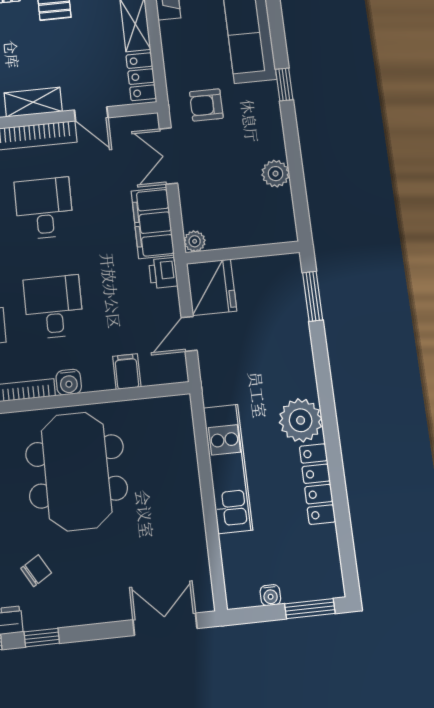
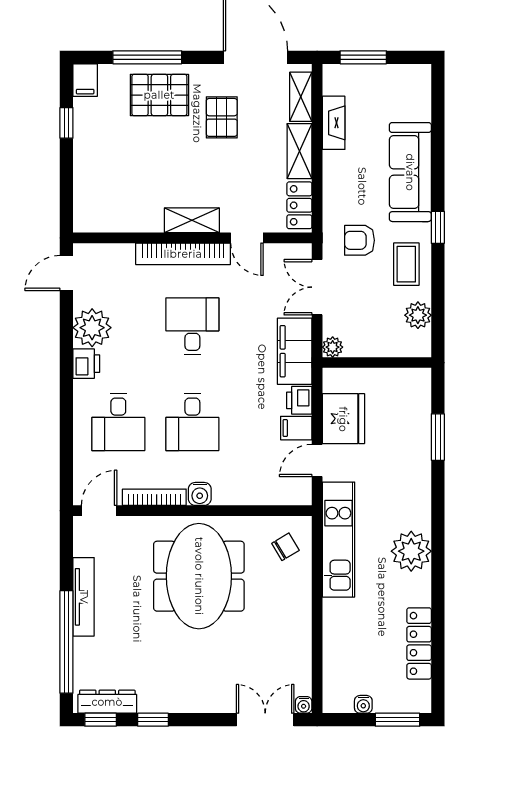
coffee table: (257, 124) -> (406, 264), added
plant: (195, 241) -> (333, 347), moved
wall: (243, 253) -> (377, 363), moved
desk: (54, 307) -> (192, 422), turned 180
filing cabinet: (127, 372) -> (296, 428), moved, turned -90
kitchen unit: (228, 469) -> (338, 540), moved
locker: (317, 484) -> (419, 643), moved
chair: (36, 571) -> (285, 547), moved
water cooler: (205, 603) -> (304, 705), added

